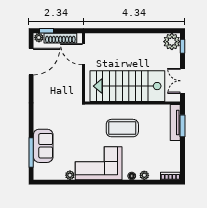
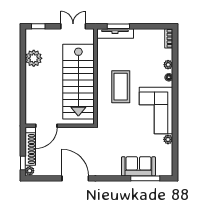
plant: (172, 42) -> (34, 58), moved
door: (31, 62) -> (75, 178), moved
double door: (183, 81) -> (73, 26), swing flipped

